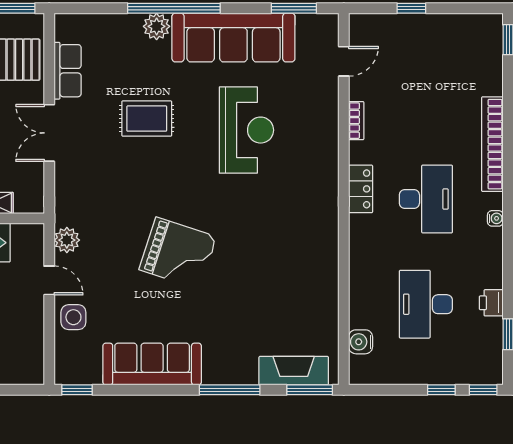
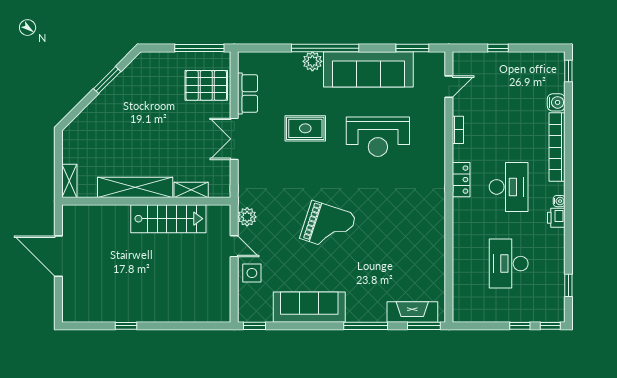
reception desk: (246, 130) -> (378, 137), turned 90
printer: (491, 303) -> (556, 218), moved
water cooler: (361, 342) -> (556, 102), moved, turned 180

